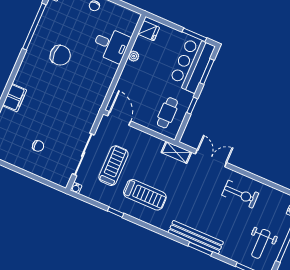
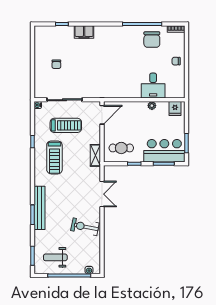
chair: (60, 55) -> (152, 40), moved
shelving: (176, 152) -> (95, 155), moved
exercise bike: (240, 194) -> (85, 227), turned 101

